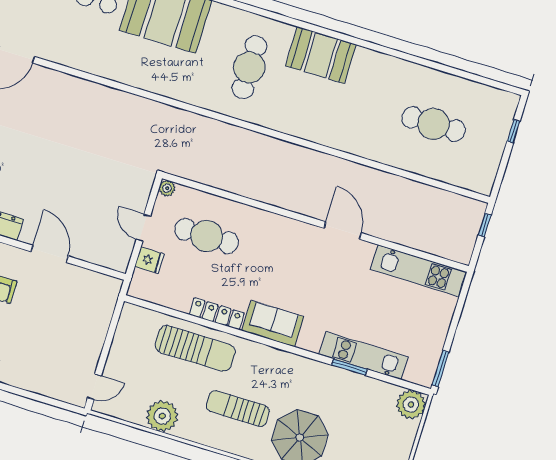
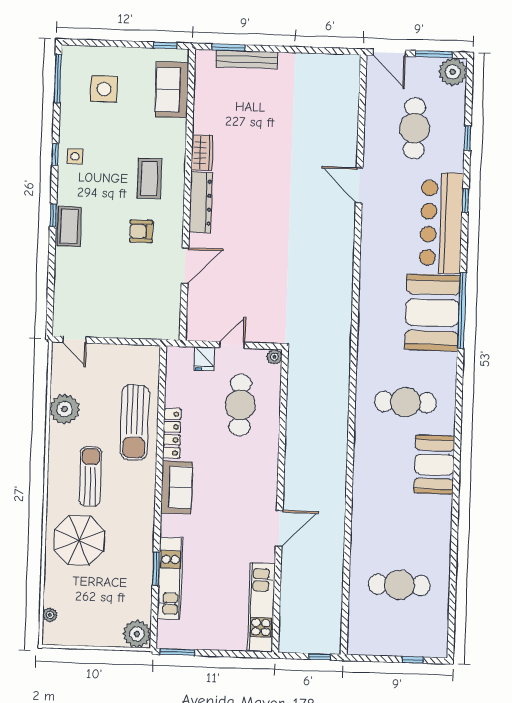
cafe table: (434, 124) -> (399, 585), turned 90

